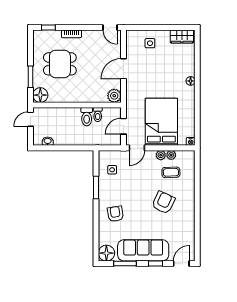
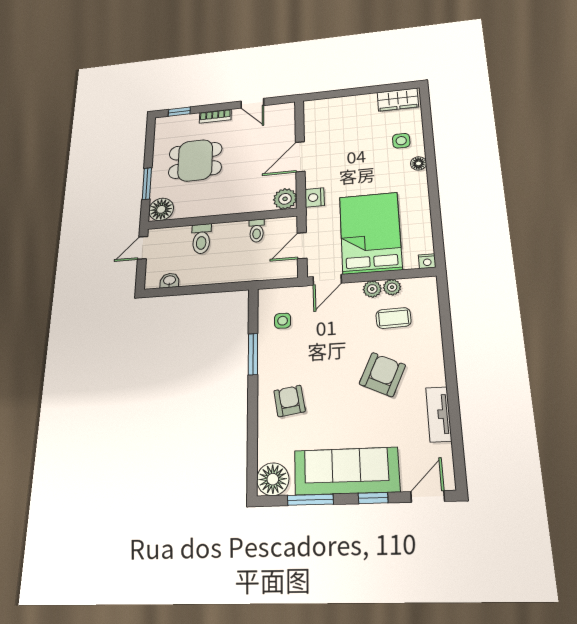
door: (110, 27) -> (252, 103), moved
side table: (150, 43) -> (401, 141), moved
nightstand: (131, 97) -> (315, 197), added
toilet: (87, 117) -> (201, 239), moved
tv unit: (190, 224) -> (439, 414), added

